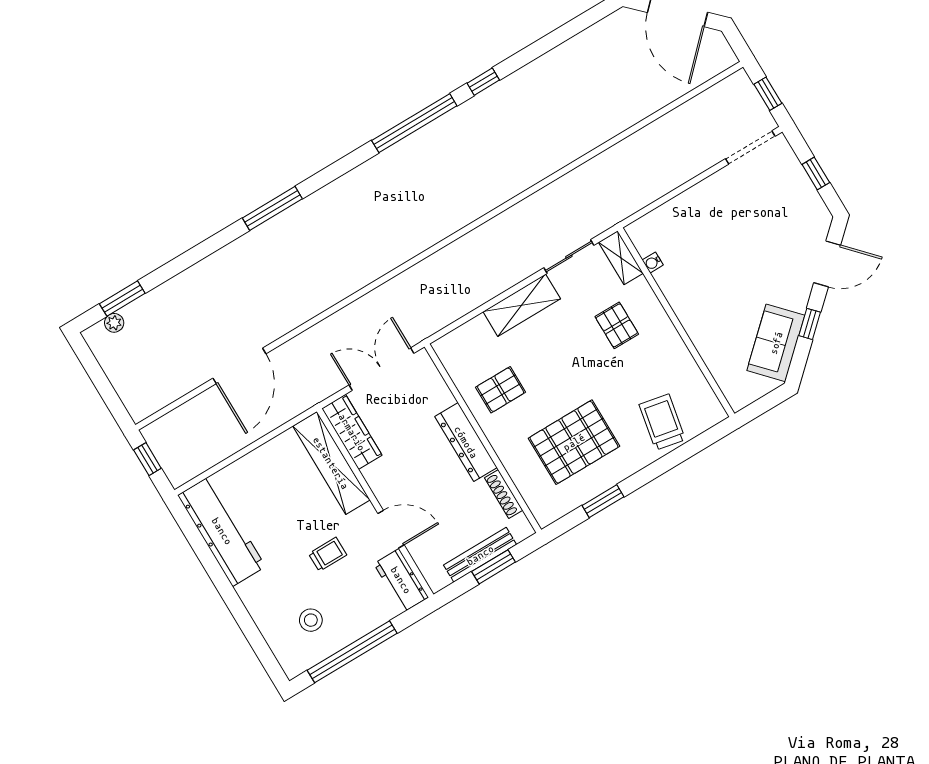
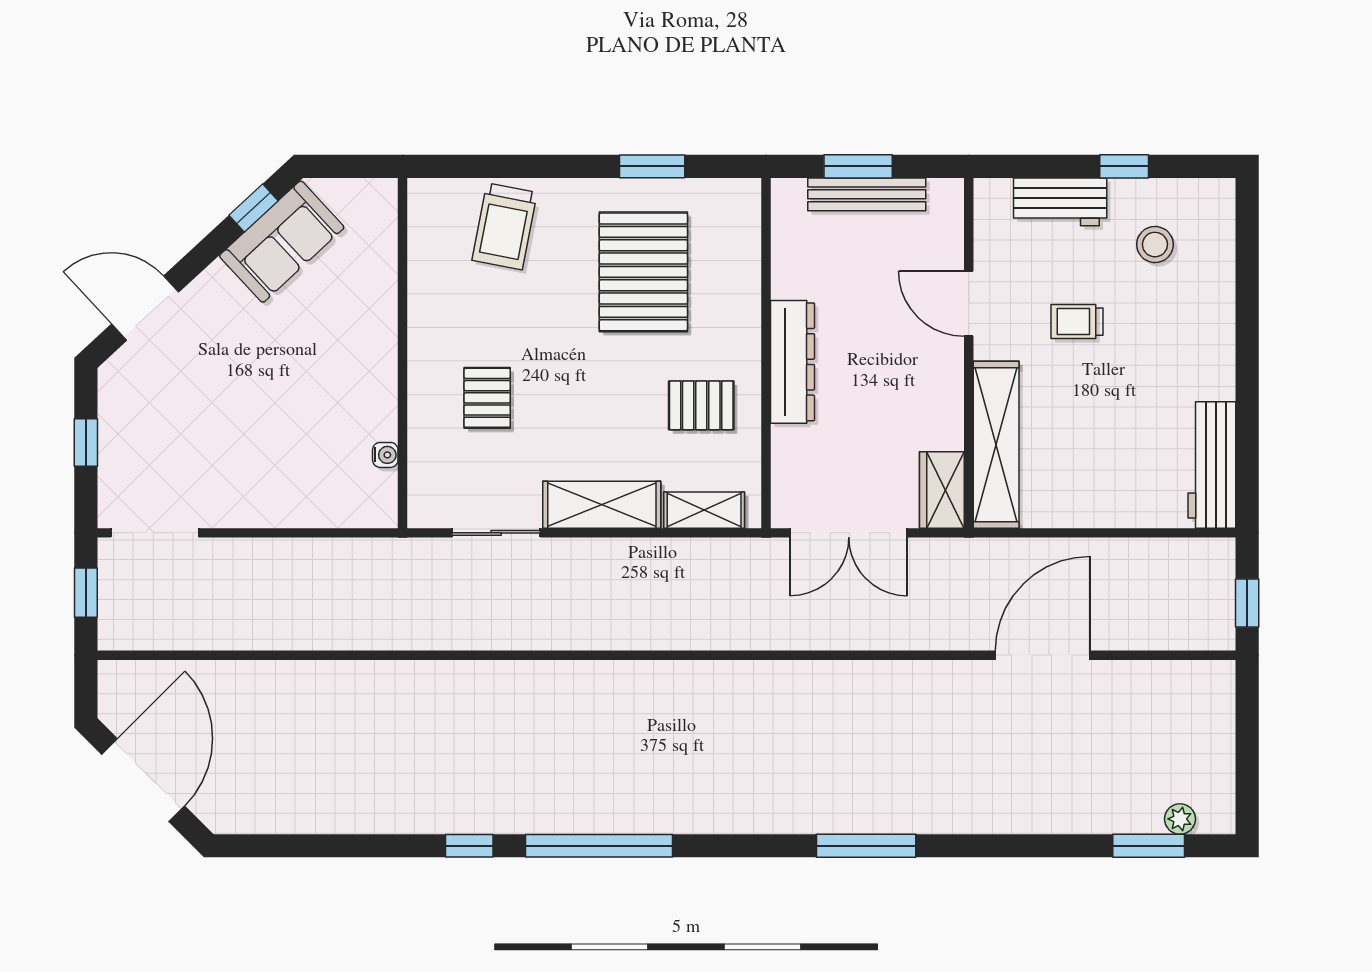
shelving: (621, 258) -> (704, 510), moved, turned 90
window: (810, 324) -> (253, 208), moved
wardrobe: (352, 432) -> (942, 490), width x0.67
pallet: (574, 442) -> (643, 272), turned 90
shoe rack: (504, 494) -> (784, 259), removed
workbench: (222, 531) -> (1212, 465), width x0.73, depth x0.76
workbench: (401, 580) -> (1060, 202), moved, turned 90
window: (352, 652) -> (1124, 166), width x0.32

